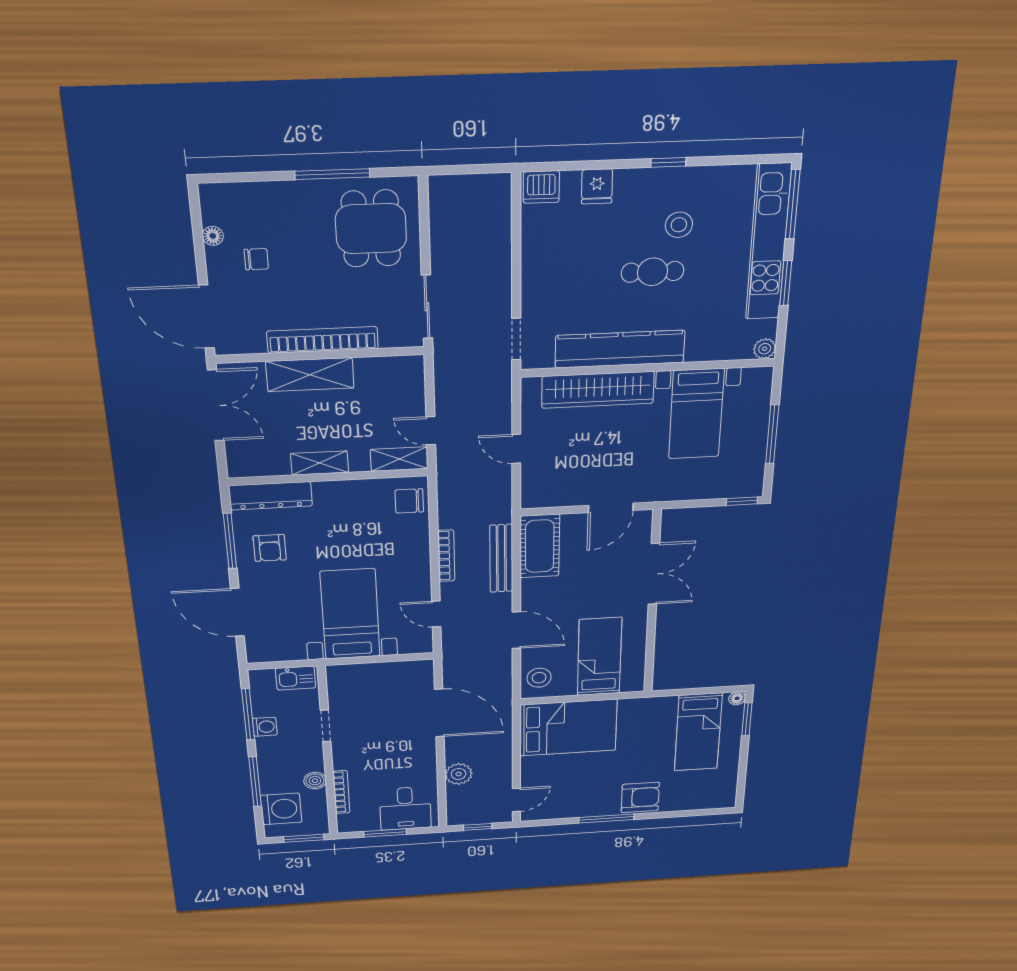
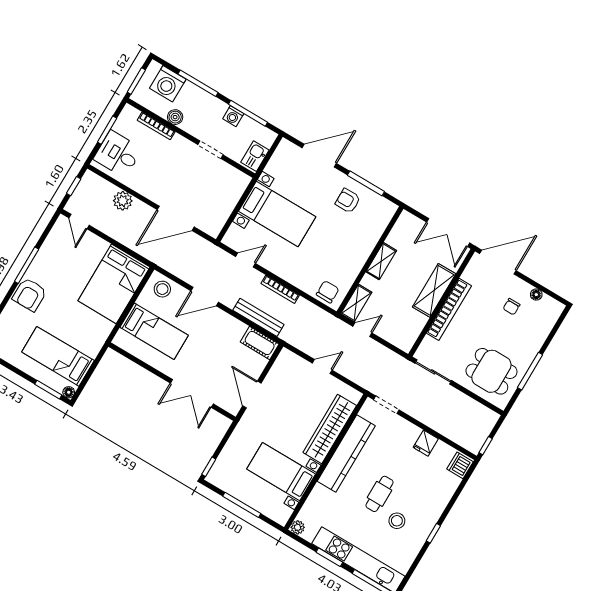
window: (488, 169) -> (486, 446), added
fridge: (597, 186) -> (426, 443), moved, turned -90
dresser: (270, 496) -> (379, 223), removed
cot: (540, 546) -> (260, 343), width x0.73, depth x0.75

